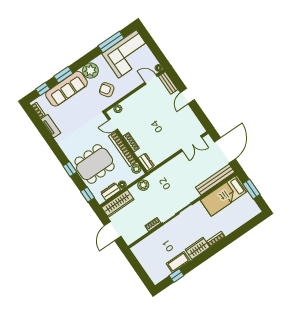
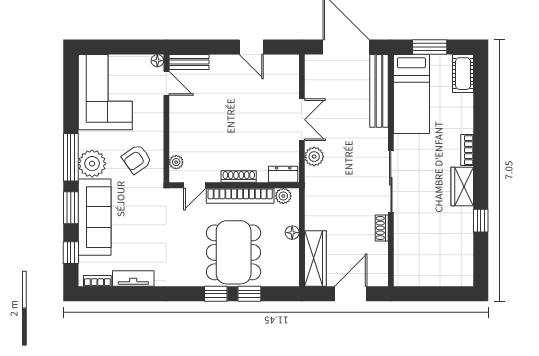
window: (111, 42) -> (71, 157), moved
door: (151, 79) -> (166, 83), swing flipped
door: (187, 96) -> (251, 47), moved
double door: (192, 143) -> (302, 120), moved
plant: (143, 185) -> (314, 157), moved
dresser: (110, 191) -> (290, 257), removed
window: (88, 195) -> (249, 294), moved
door: (113, 231) -> (351, 294), swing flipped
cot: (178, 262) -> (463, 74), moved
window: (176, 276) -> (481, 221), moved

